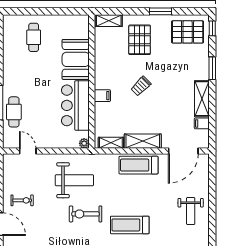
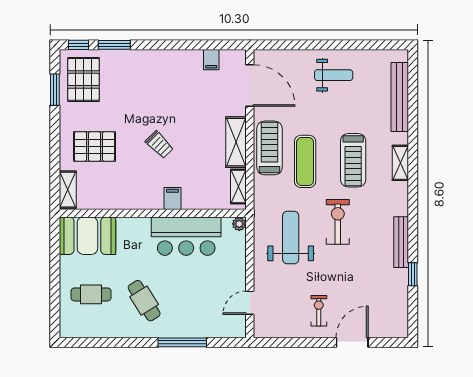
window: (160, 11) -> (55, 90), moved
booth: (76, 59) -> (87, 236), moved
window: (212, 68) -> (114, 45), moved
shelving: (202, 99) -> (177, 60), removed
cafe table: (14, 112) -> (144, 301), moved, turned 58
treadmill: (138, 165) -> (270, 148), turned 180
exercise mat: (129, 191) -> (305, 161), added
exercise bike: (86, 214) -> (338, 222), turned 180

